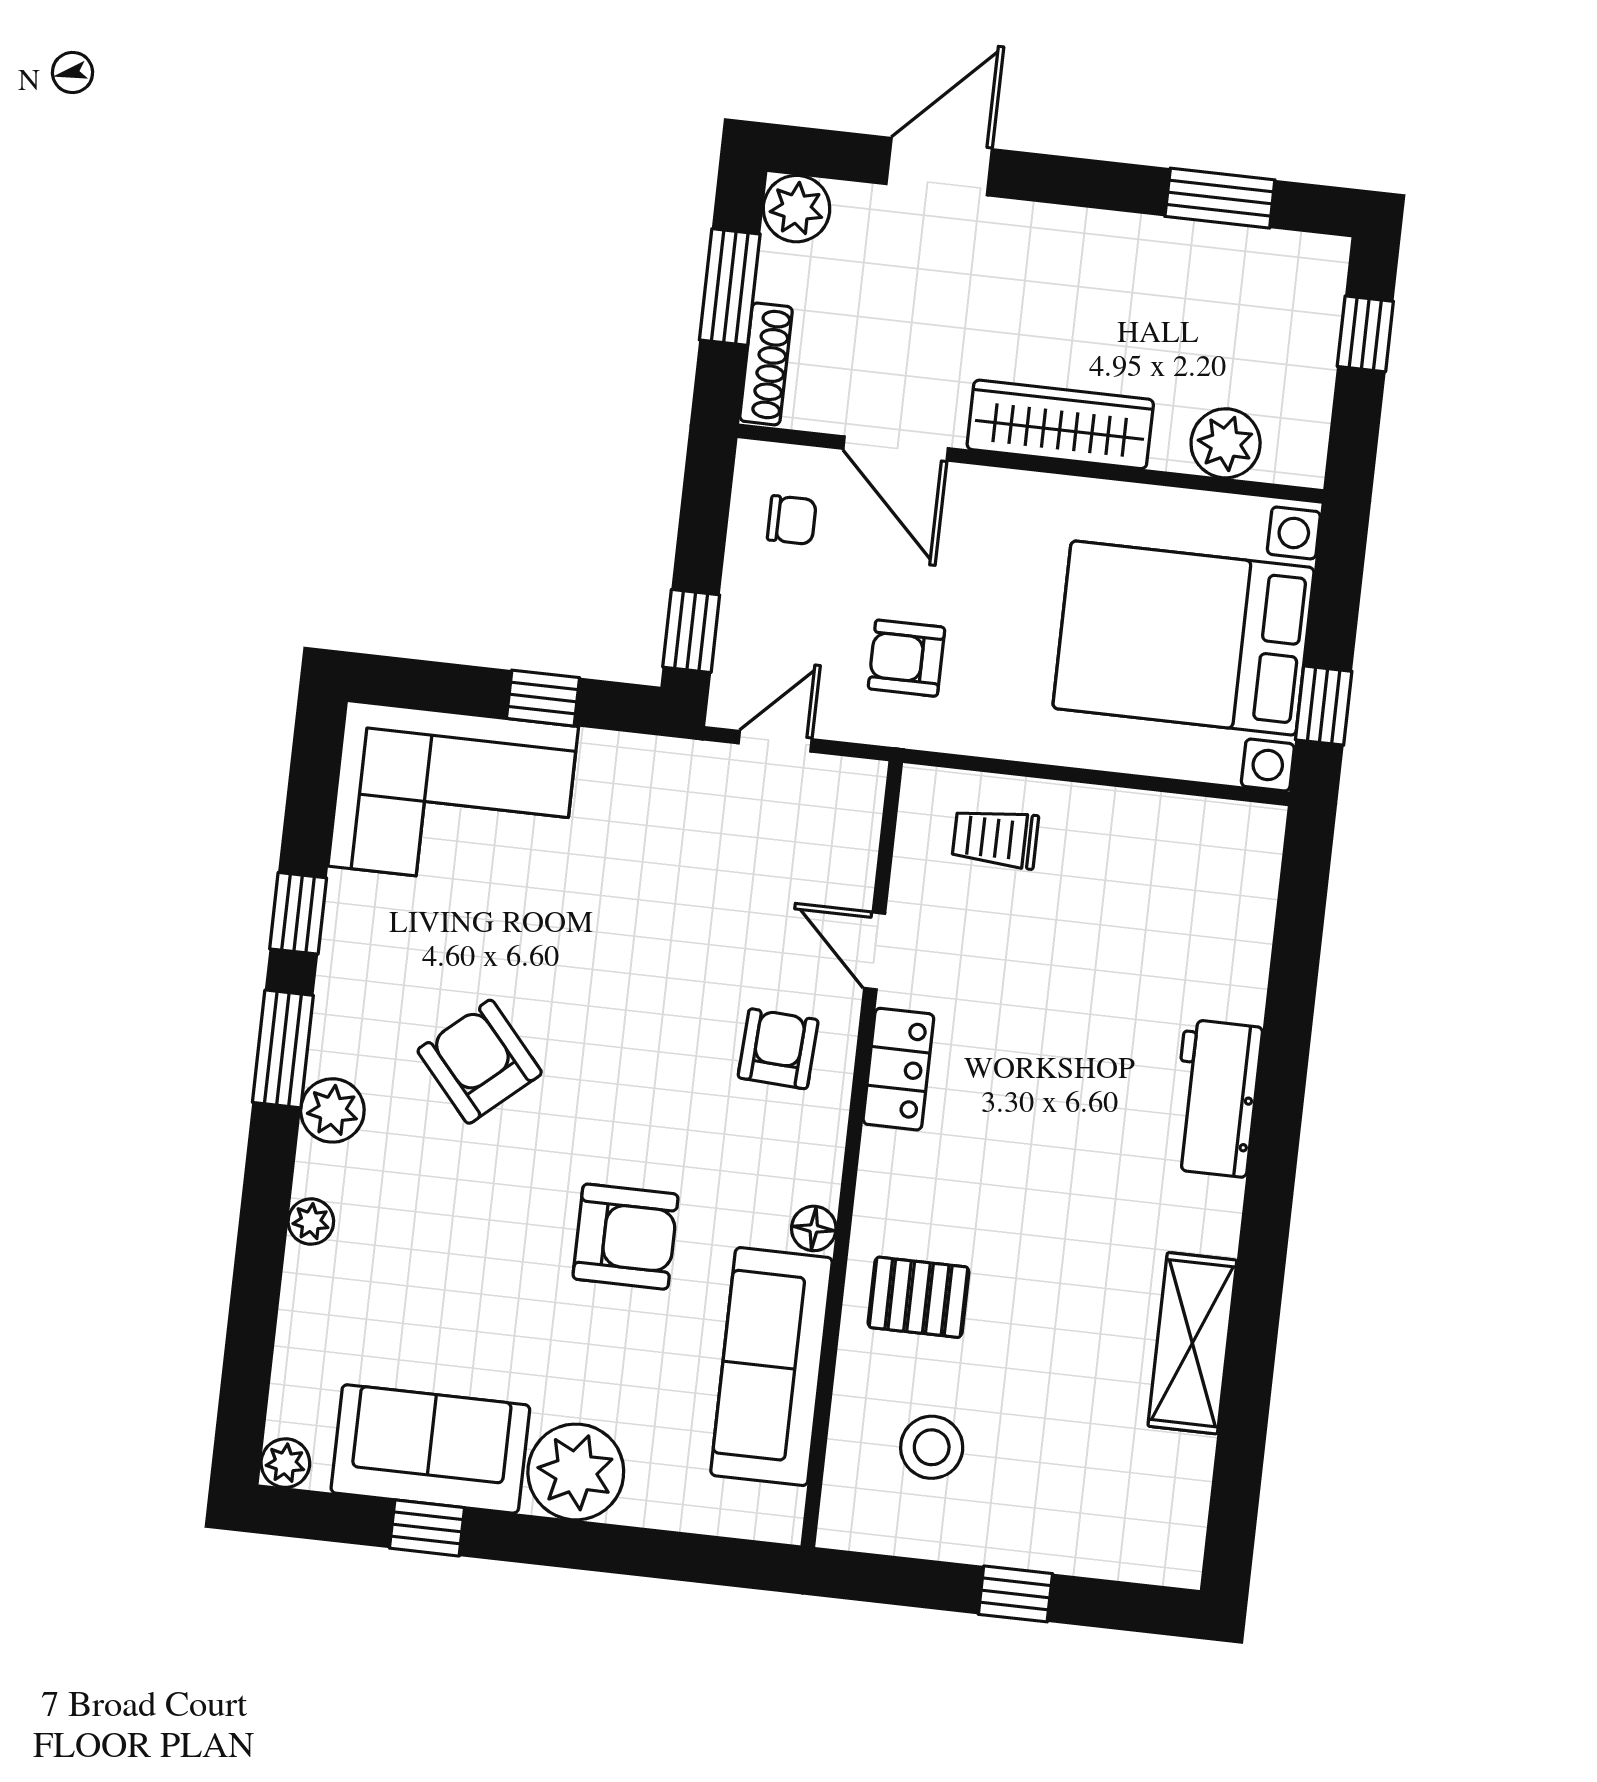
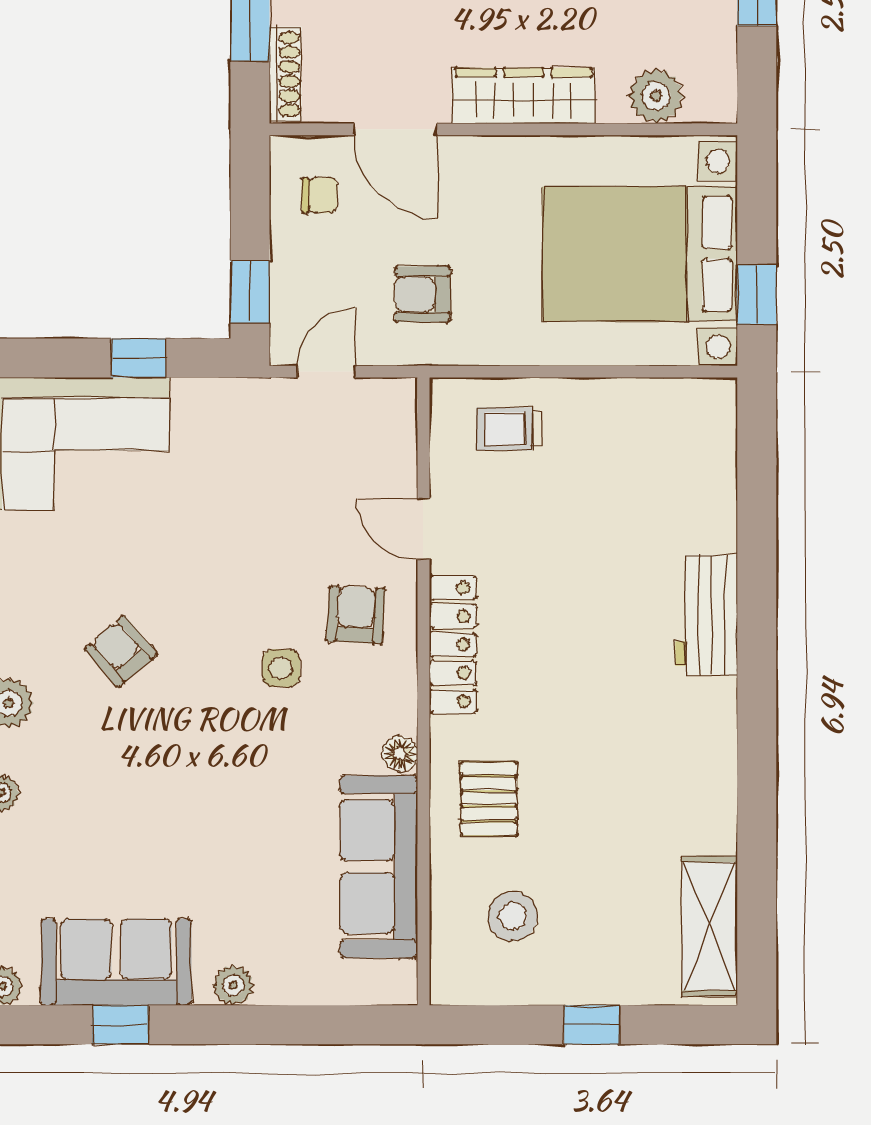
armchair: (480, 1062) -> (121, 651), width x0.72, depth x0.72
locker: (898, 1069) -> (453, 645), width x1.53
side table: (677, 1105) -> (281, 668), added
armchair: (626, 1237) -> (252, 777), removed
pallet: (918, 1297) -> (489, 799), turned 90
shelving: (1192, 1343) -> (710, 926), moved
plant: (576, 1472) -> (233, 985), width x0.53, depth x0.53

